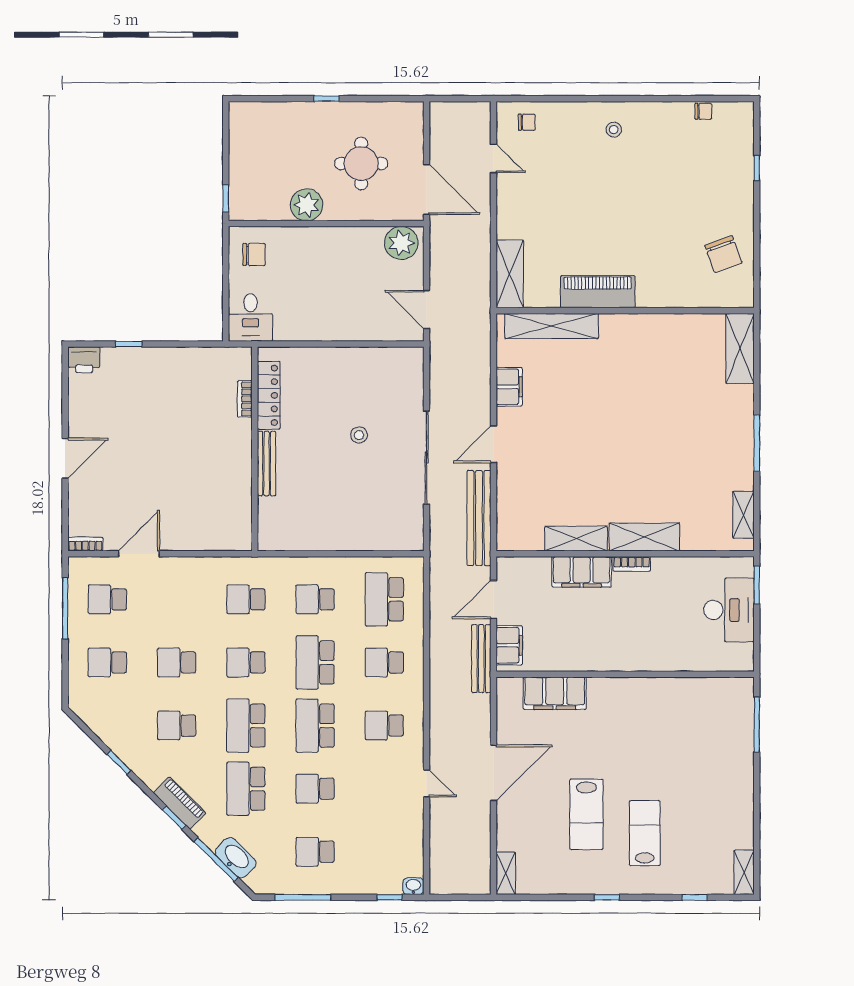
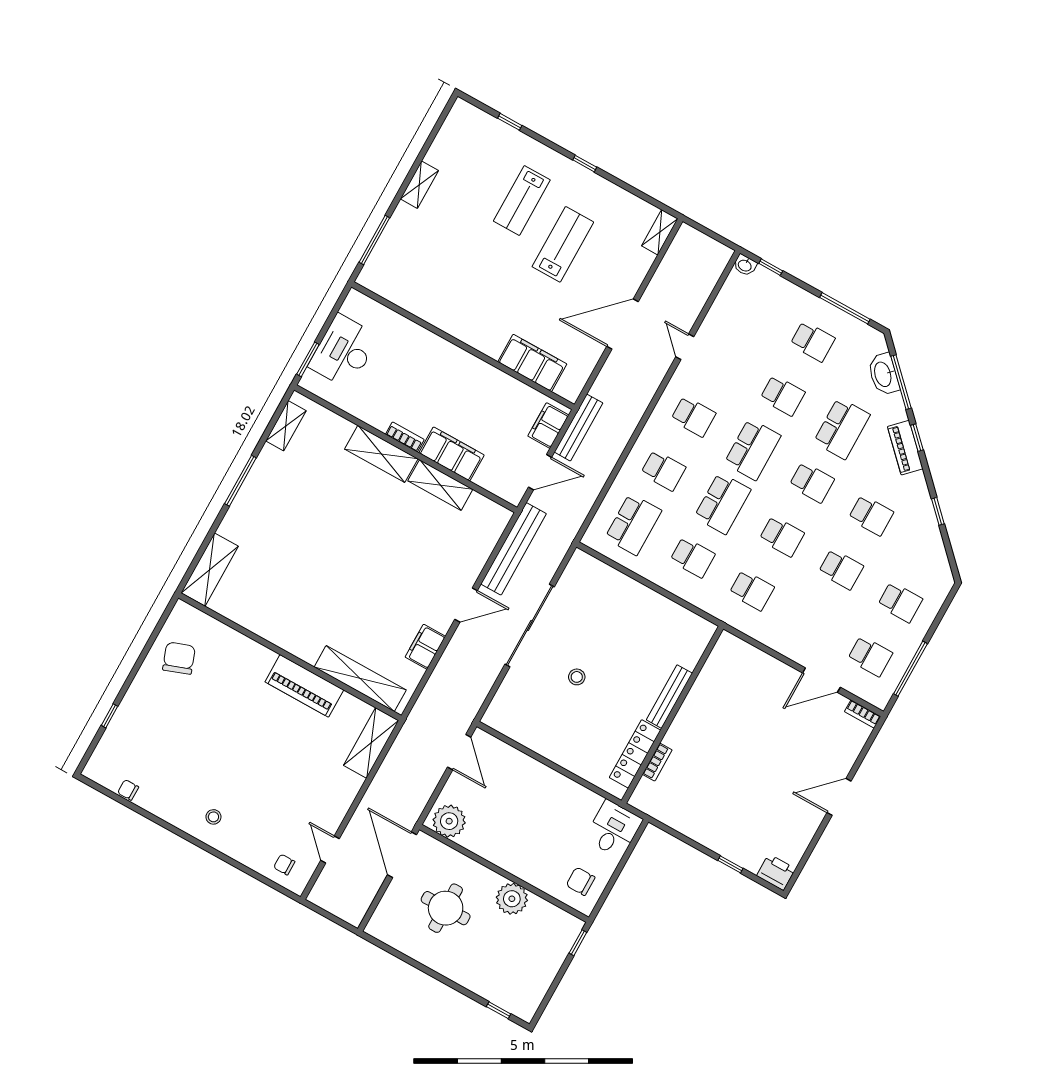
window: (327, 99) -> (499, 1010), moved
school desk: (246, 726) -> (812, 482), width x0.54
shelving: (744, 872) -> (419, 185), moved

